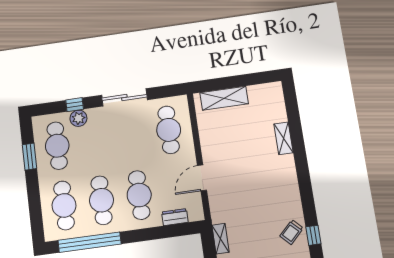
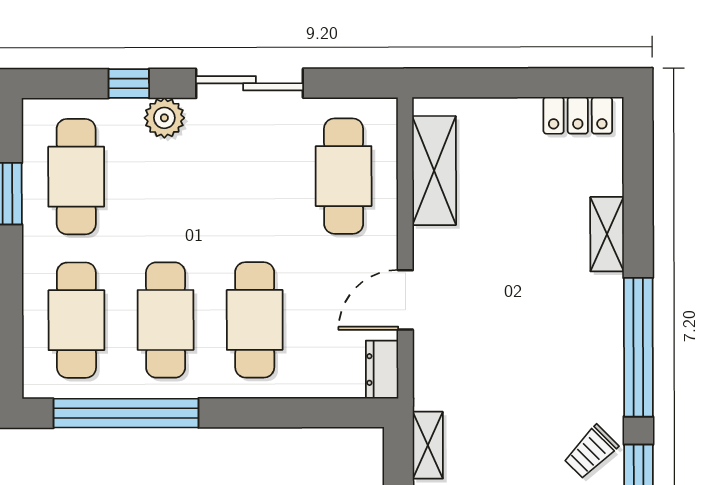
locker: (263, 91) -> (578, 115), added
shelving: (224, 98) -> (434, 171), moved, turned 90
plant: (78, 118) -> (164, 118), moved
window: (305, 184) -> (638, 347), added
dresser: (175, 217) -> (382, 369), moved, turned -90

